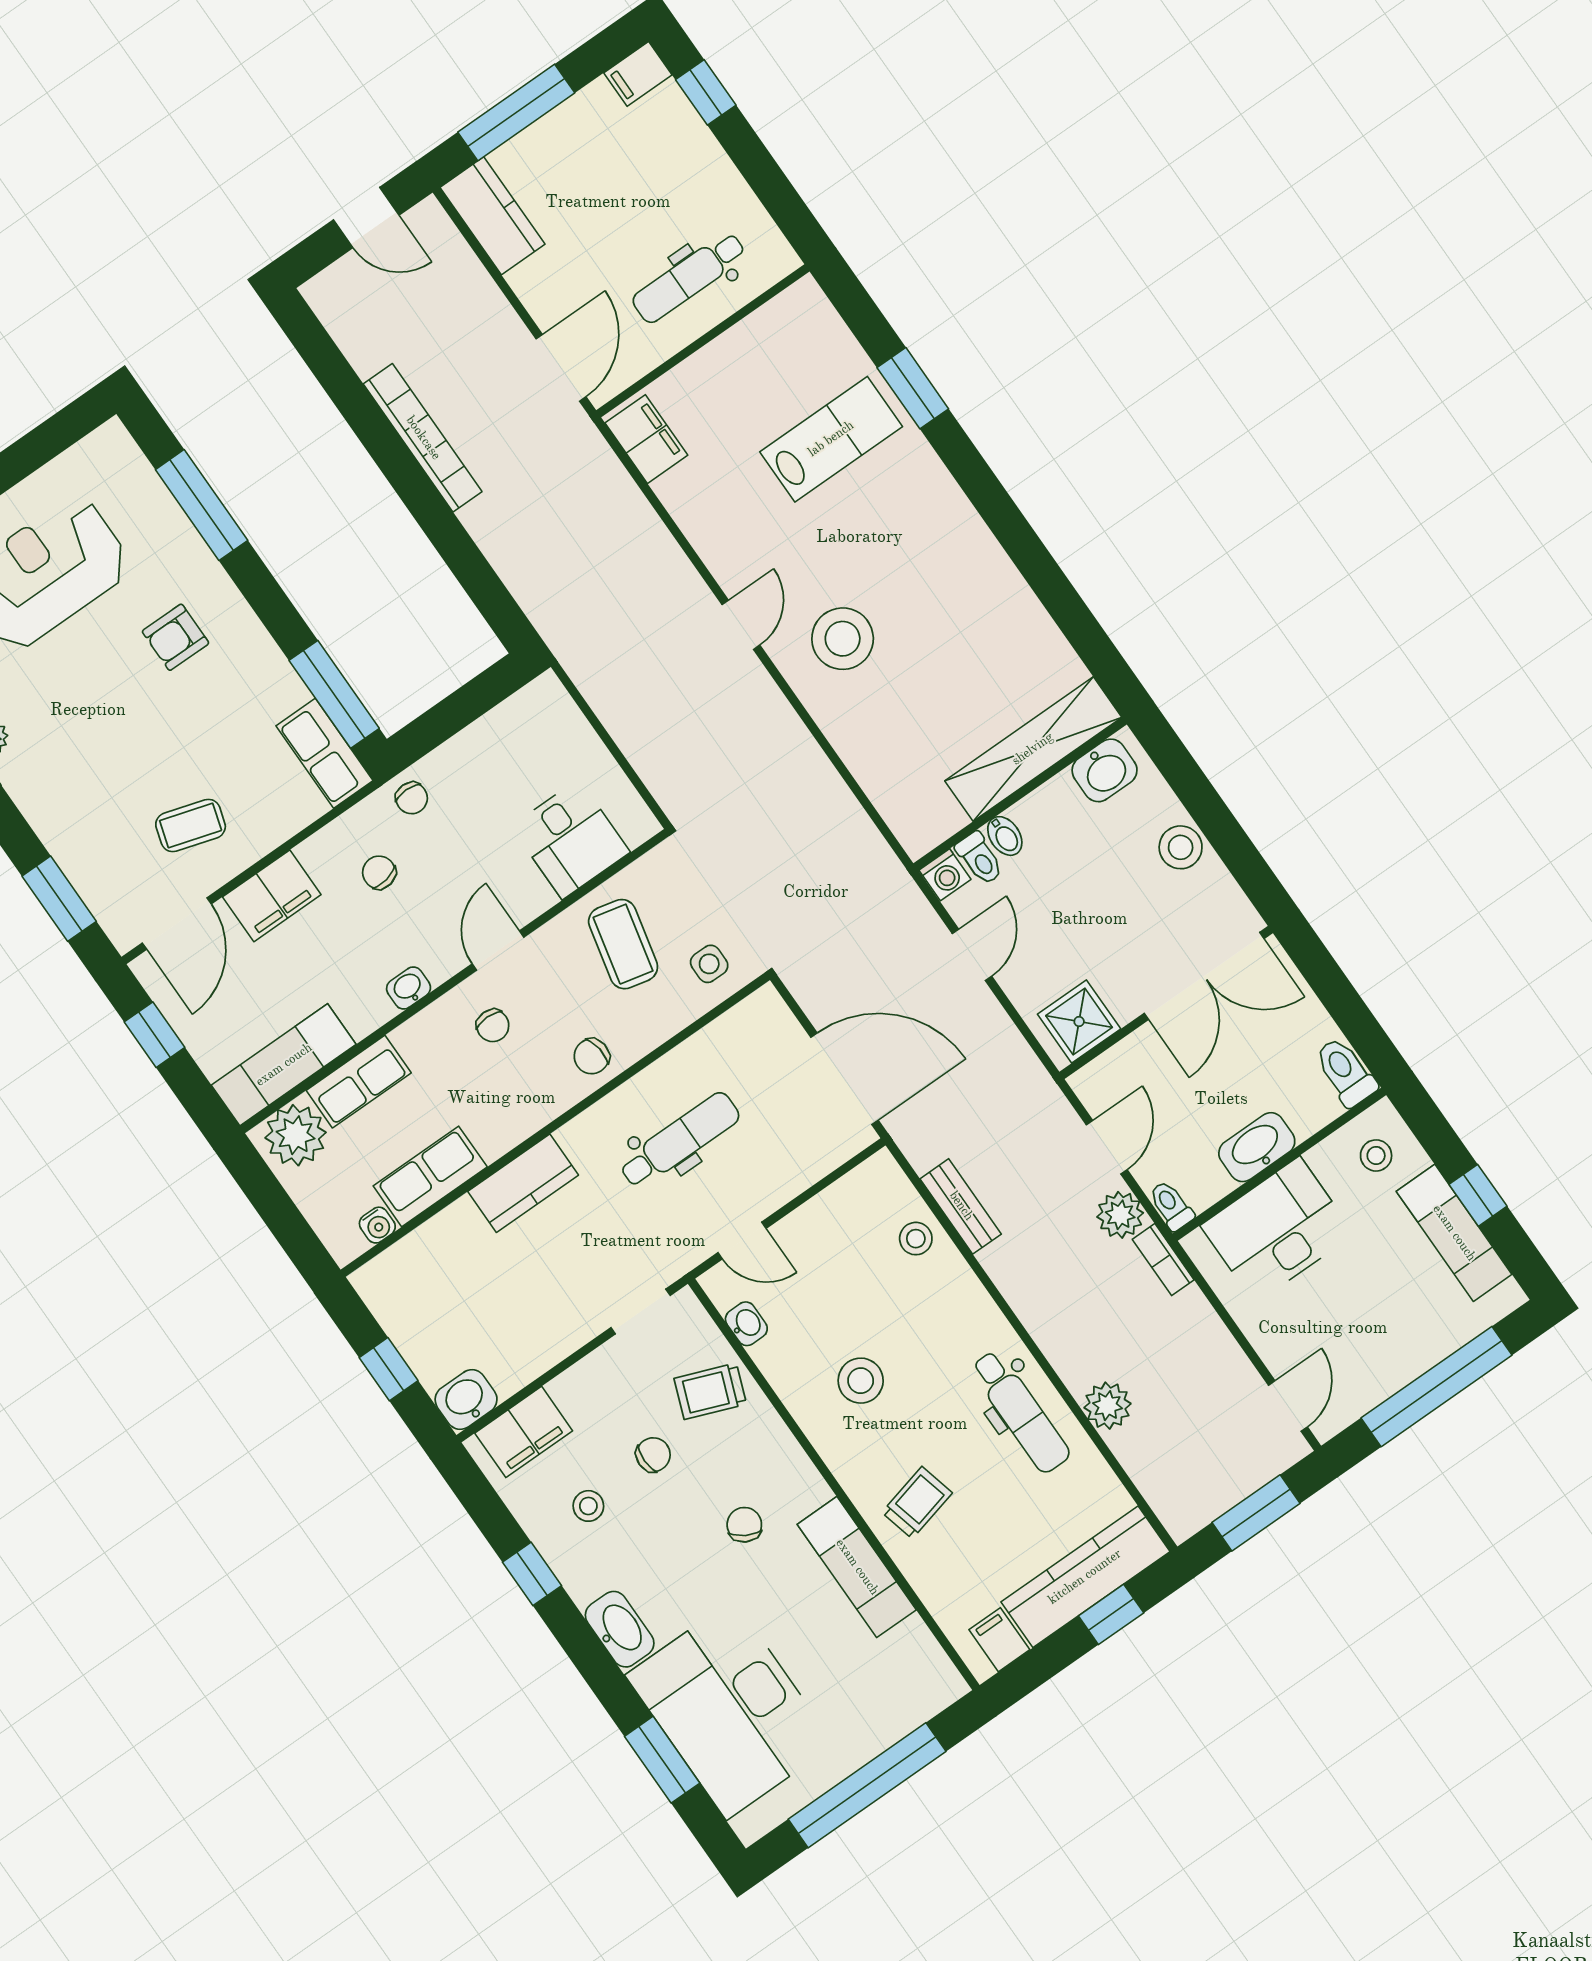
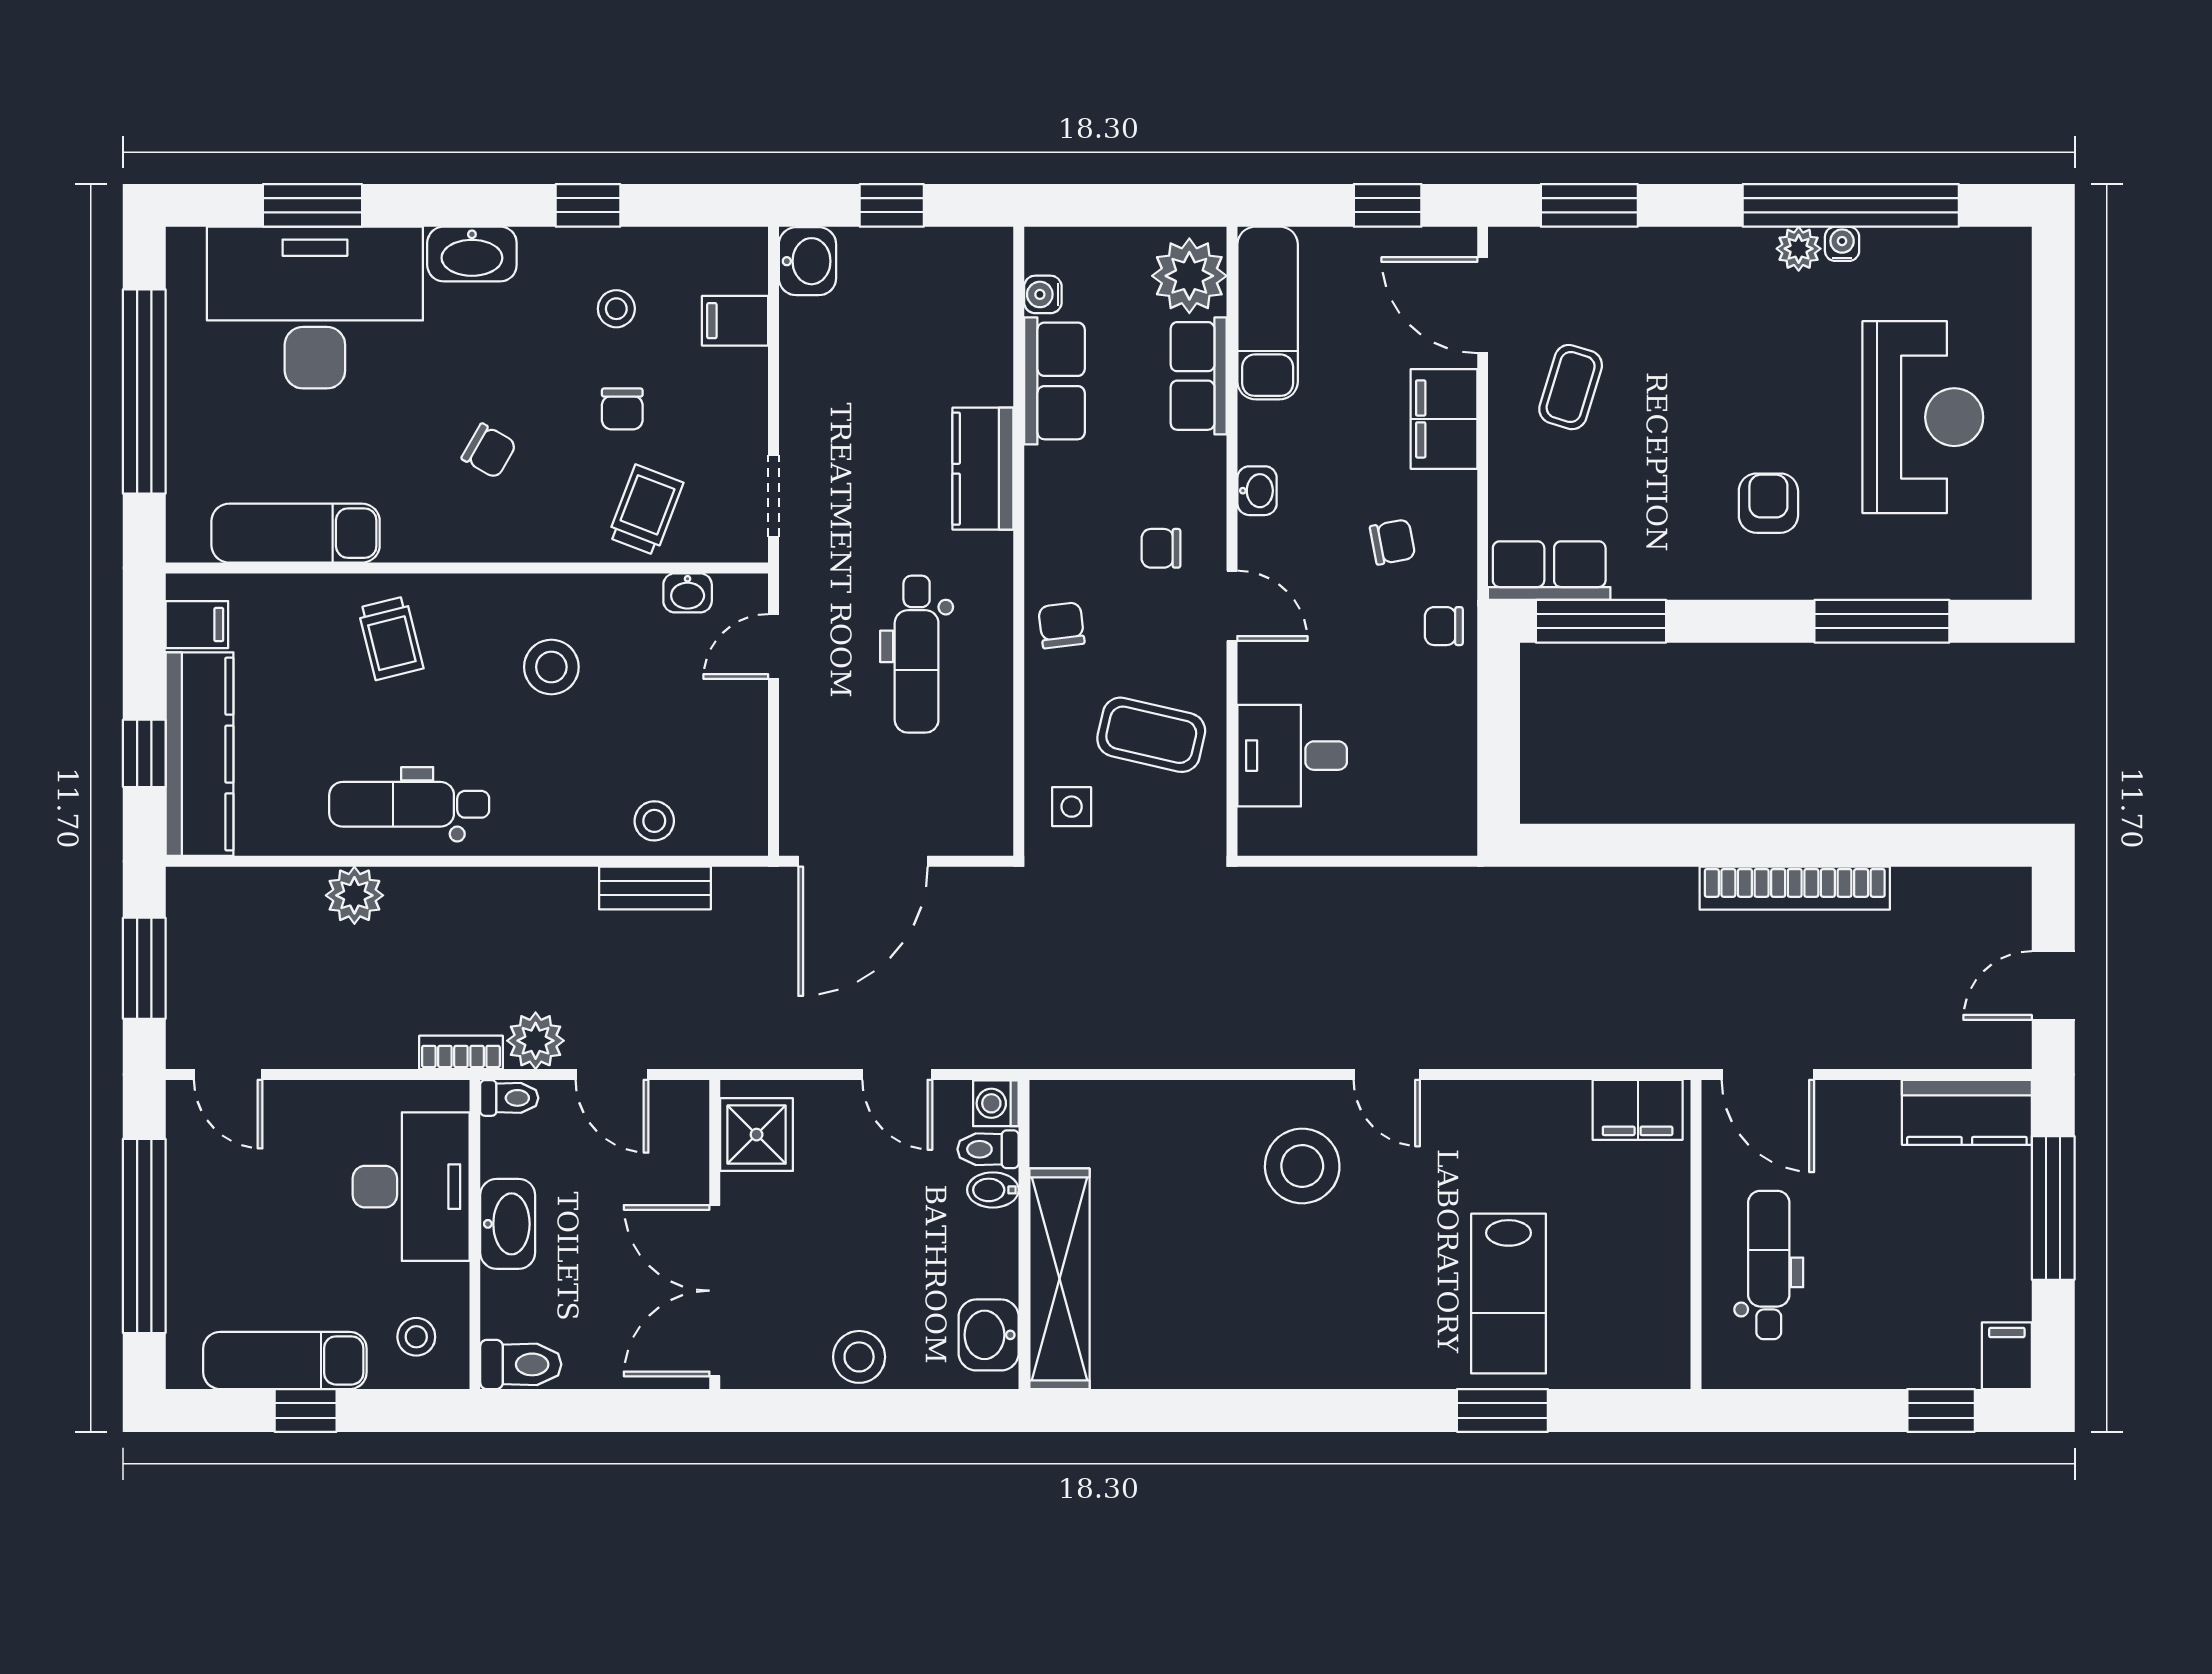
filing cabinet: (524, 1432) -> (735, 321), width x0.50
exam couch: (857, 1567) -> (296, 533), moved

